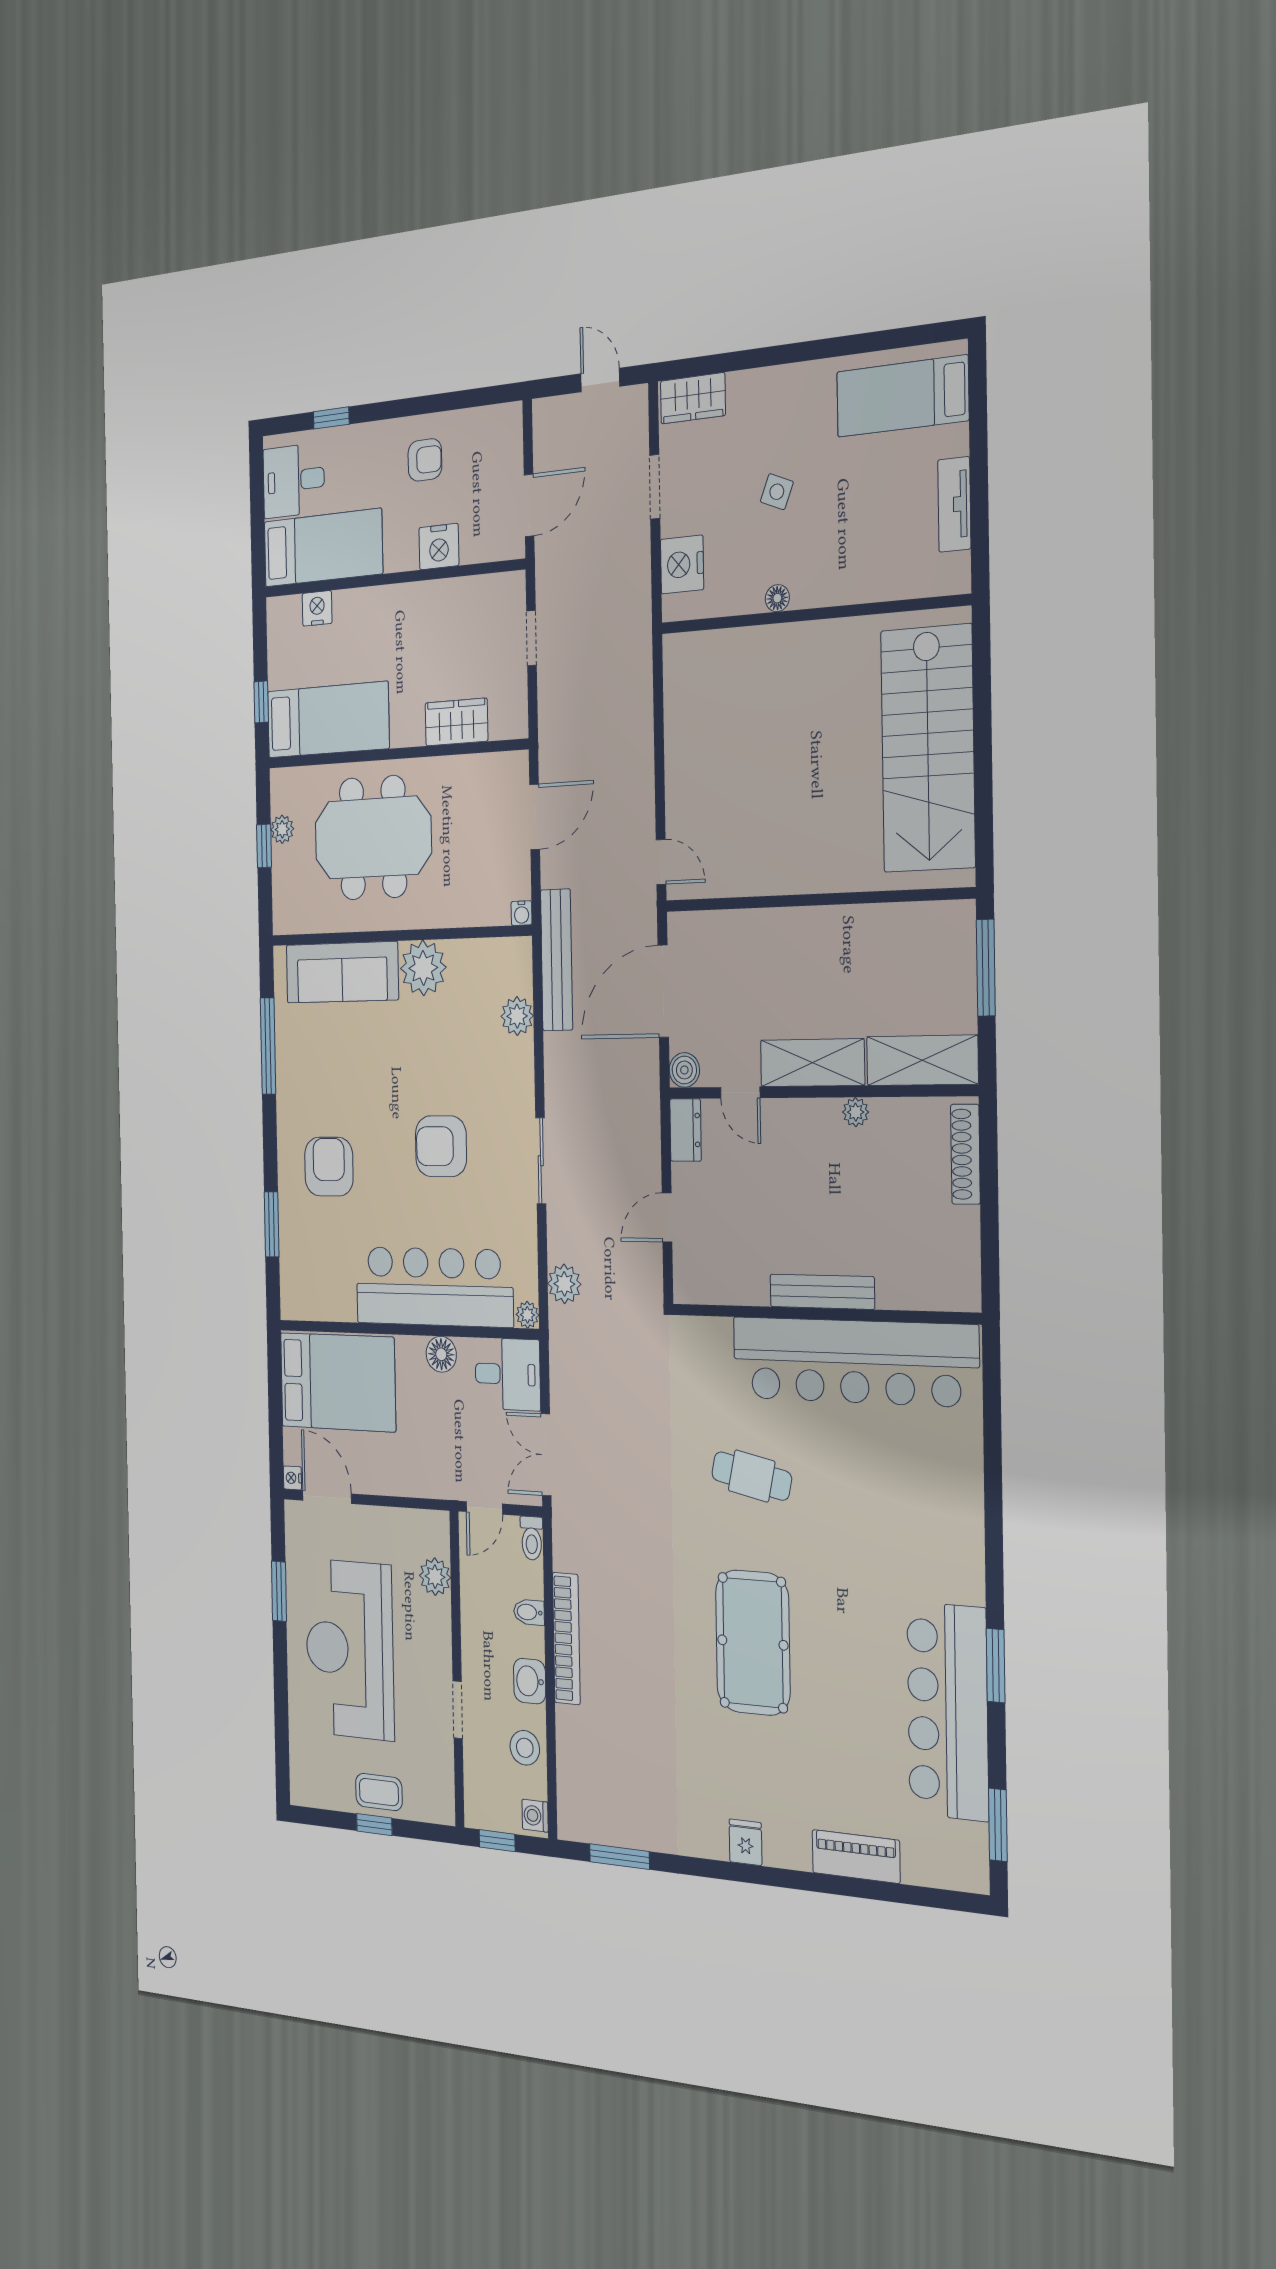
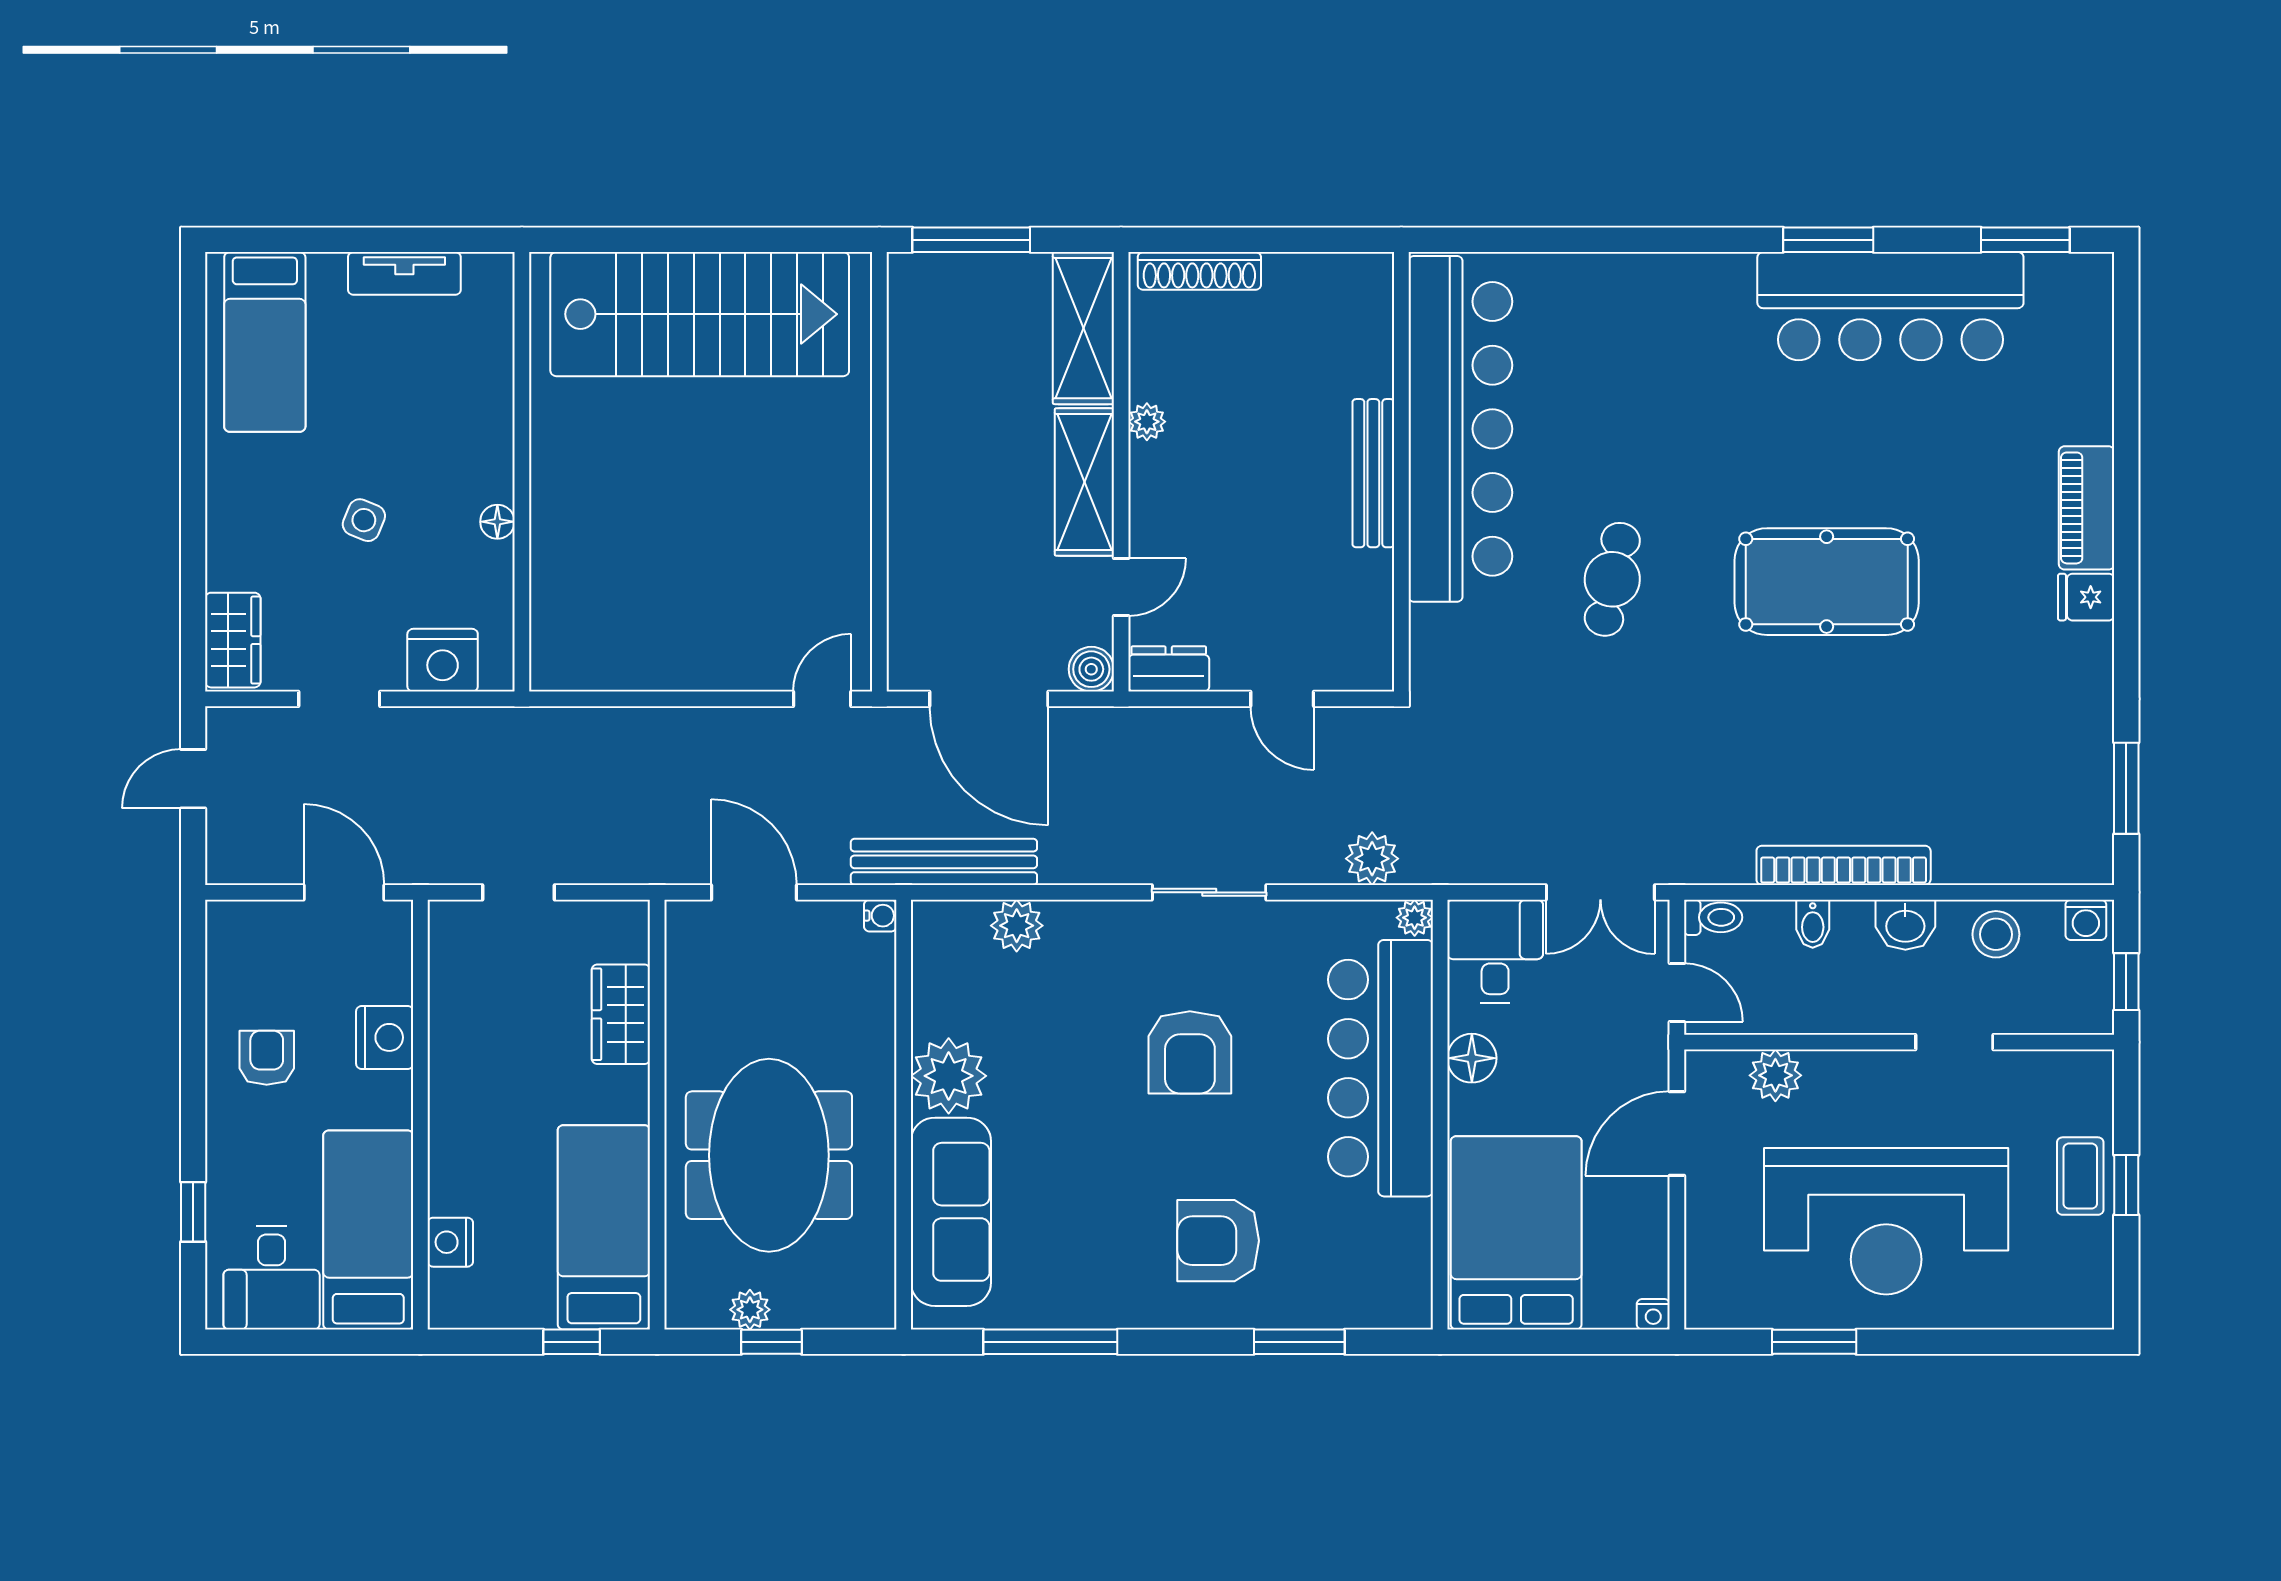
door: (327, 1497) -> (1677, 1133), moved
piano: (856, 1856) -> (2087, 508), moved

